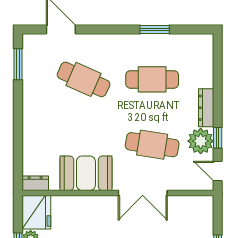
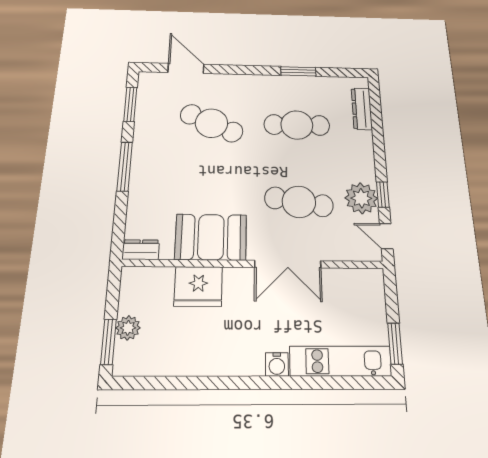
dresser: (206, 108) -> (362, 109), moved
window: (18, 118) -> (125, 166), added
fridge: (36, 212) -> (198, 286), moved, turned 90

